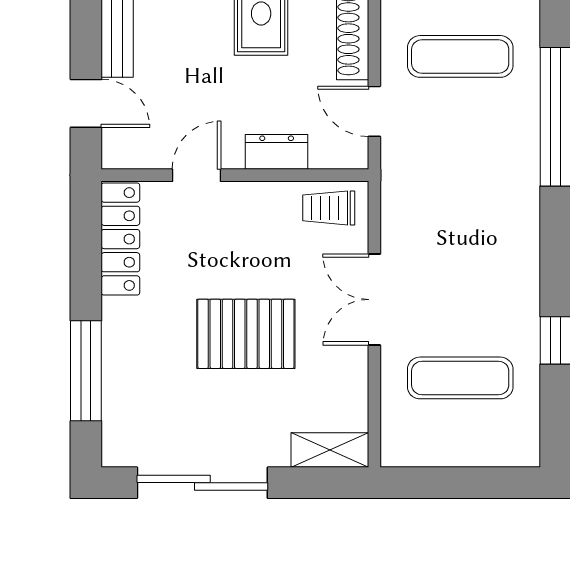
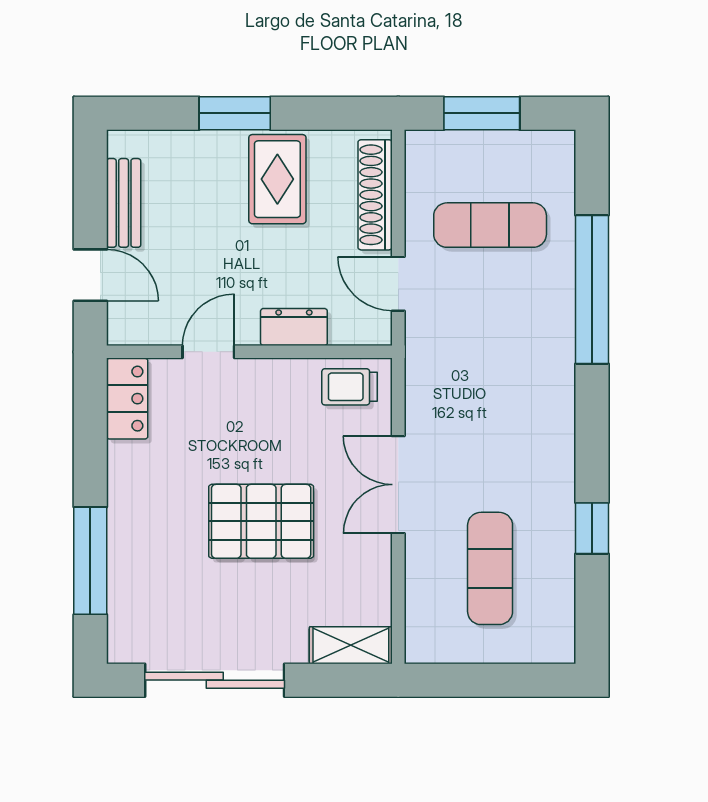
locker: (120, 239) -> (127, 399), width x0.66
exercise mat: (460, 378) -> (490, 568), turned 90

